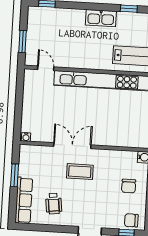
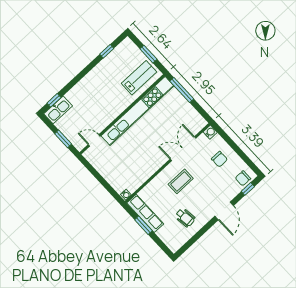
kitchen sink: (101, 18) -> (58, 110), moved
double door: (72, 146) -> (183, 149), moved
row of seats: (24, 200) -> (145, 213), moved

